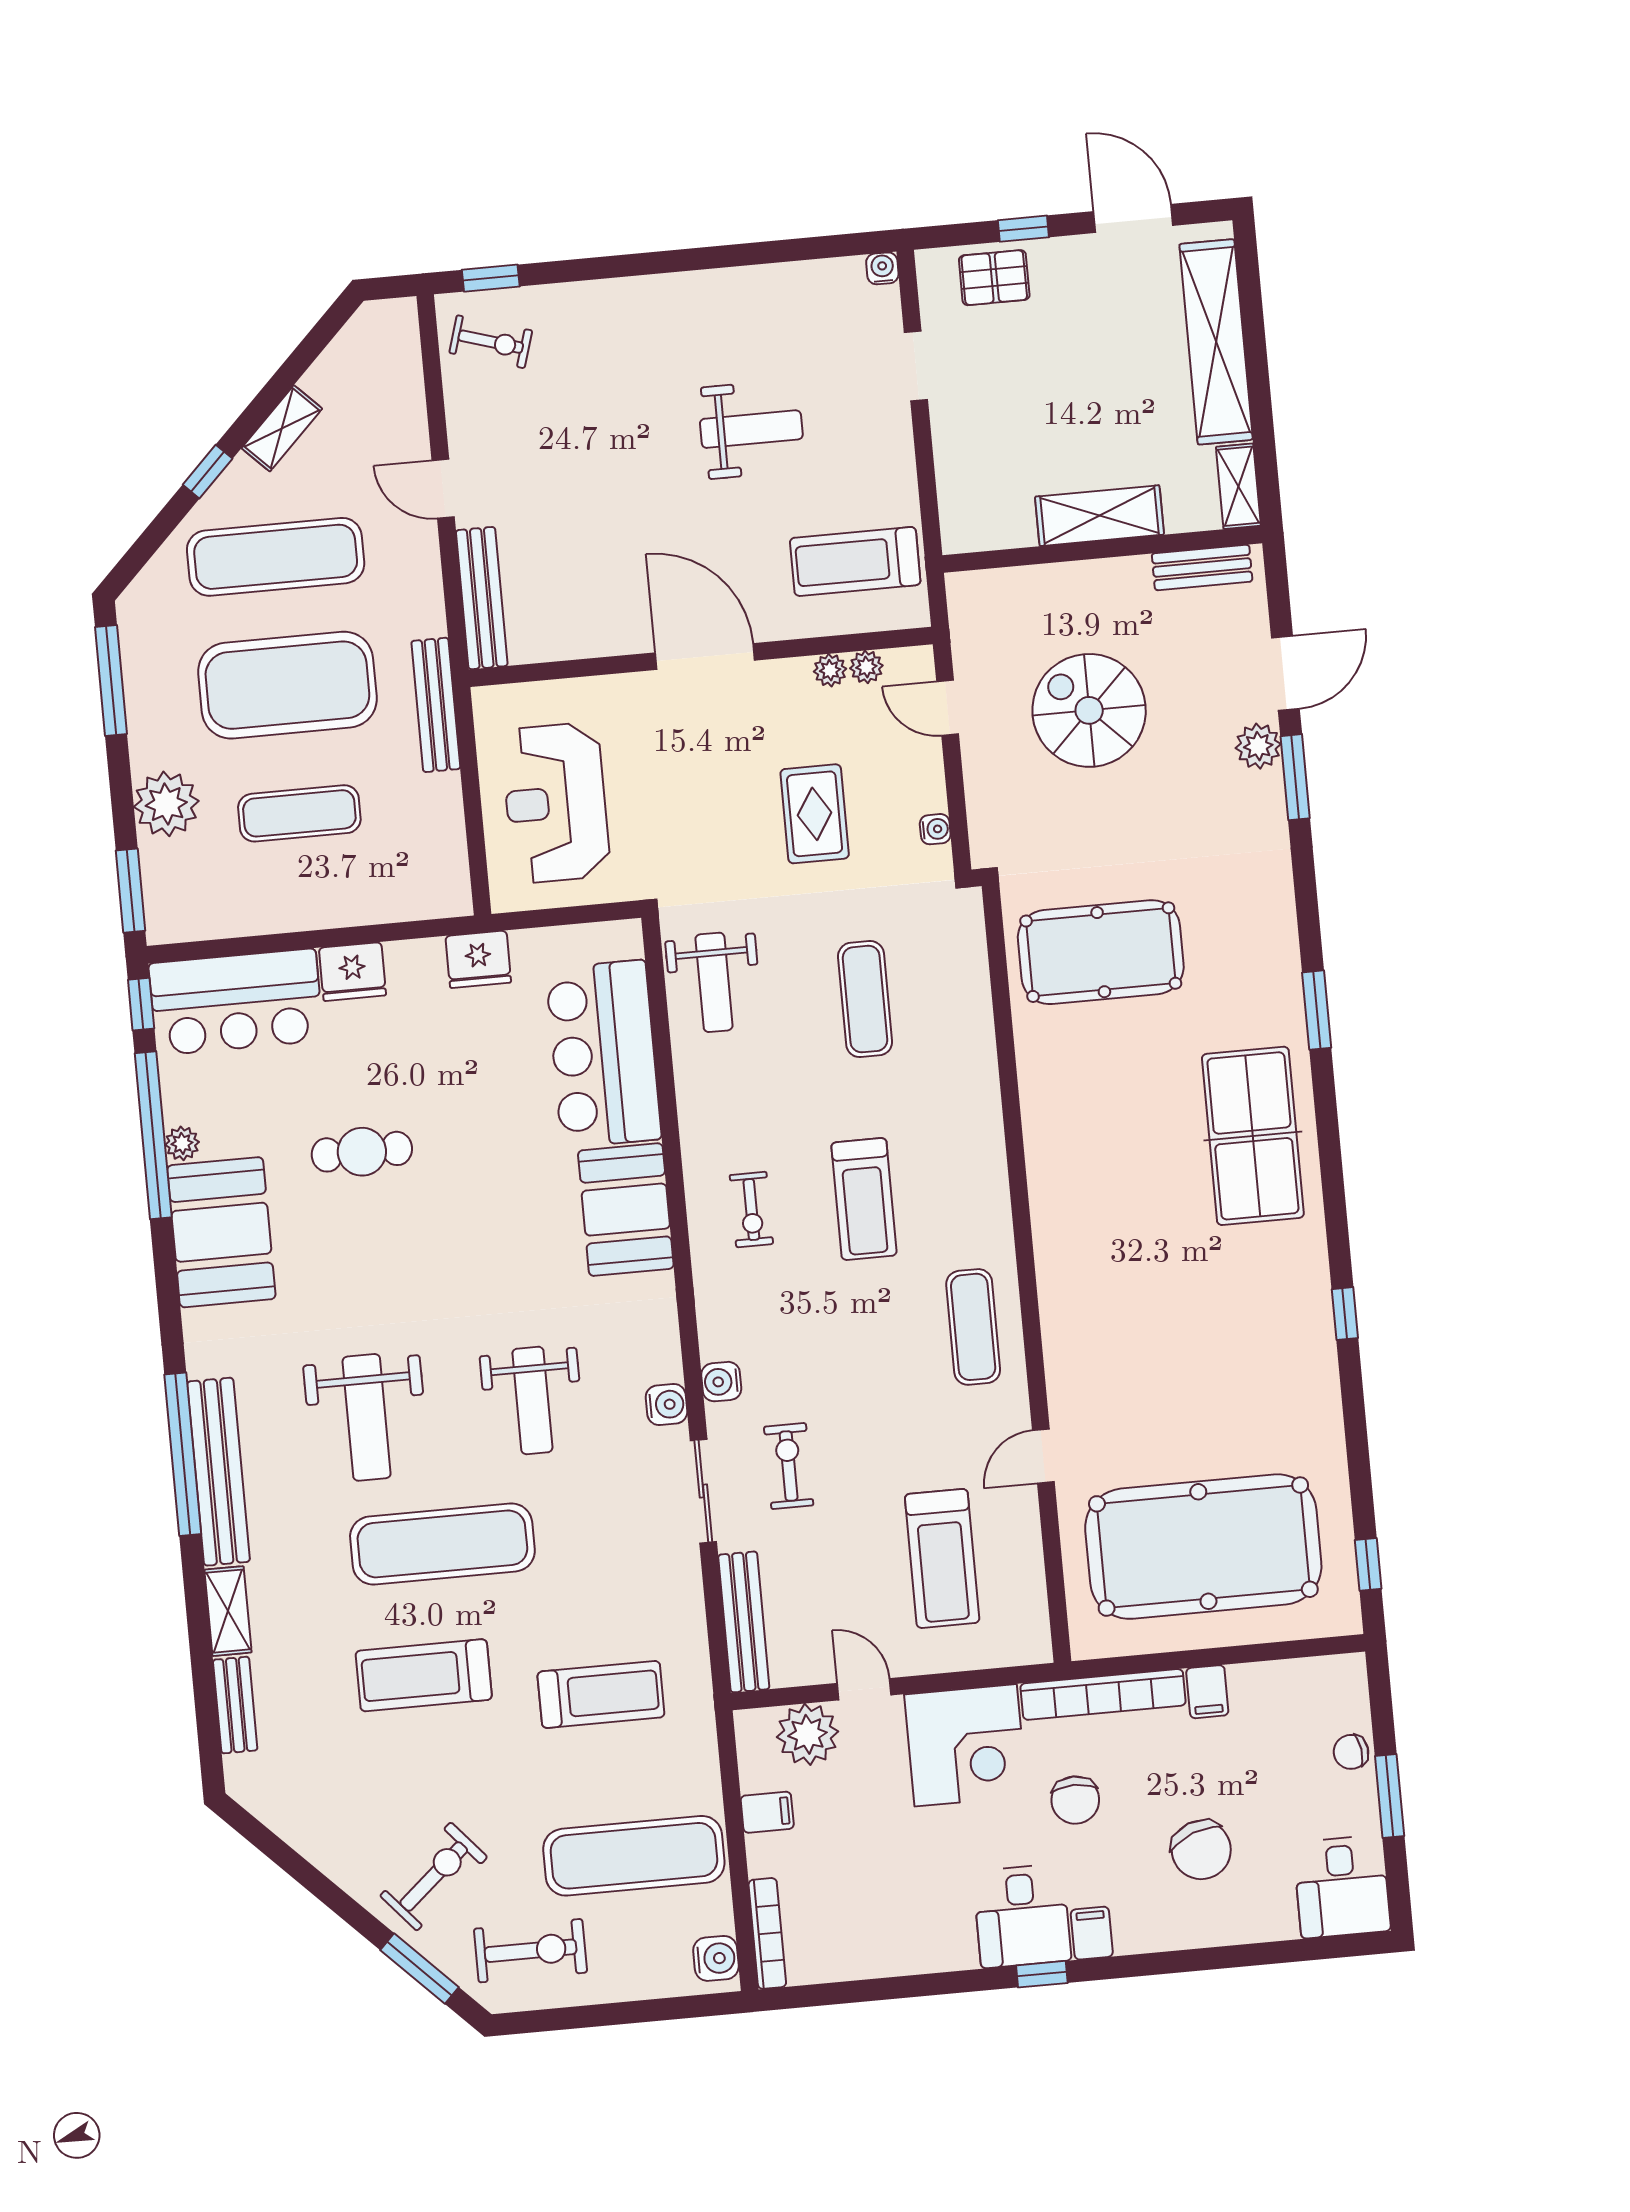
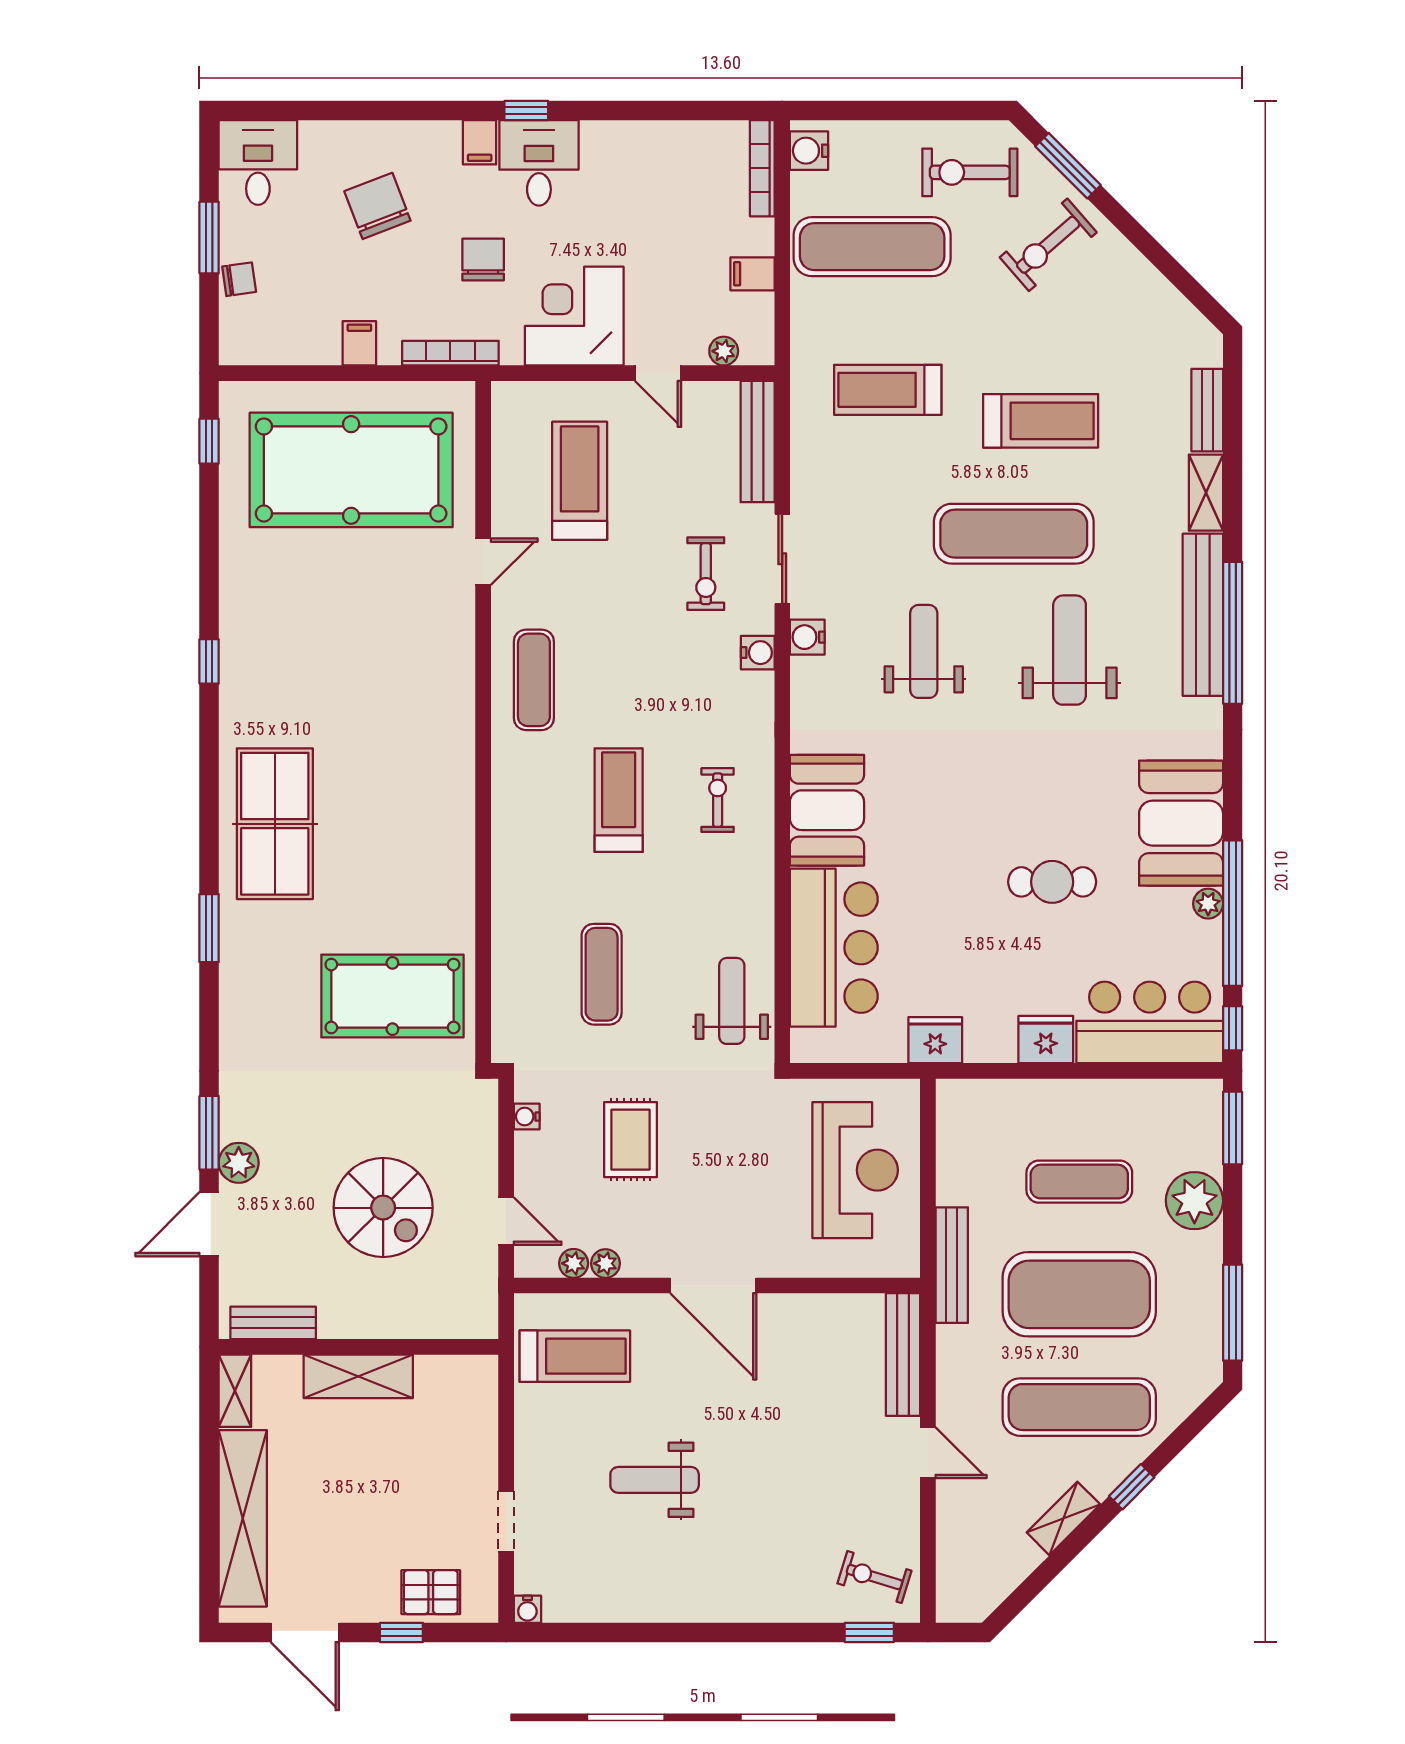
bookcase: (1103, 1694) -> (450, 353), width x0.68, depth x0.76
plant: (808, 1734) -> (724, 351), width x0.53, depth x0.53

